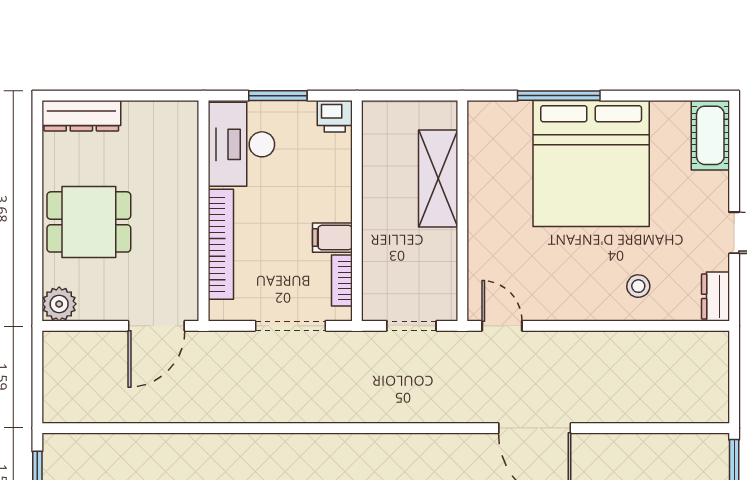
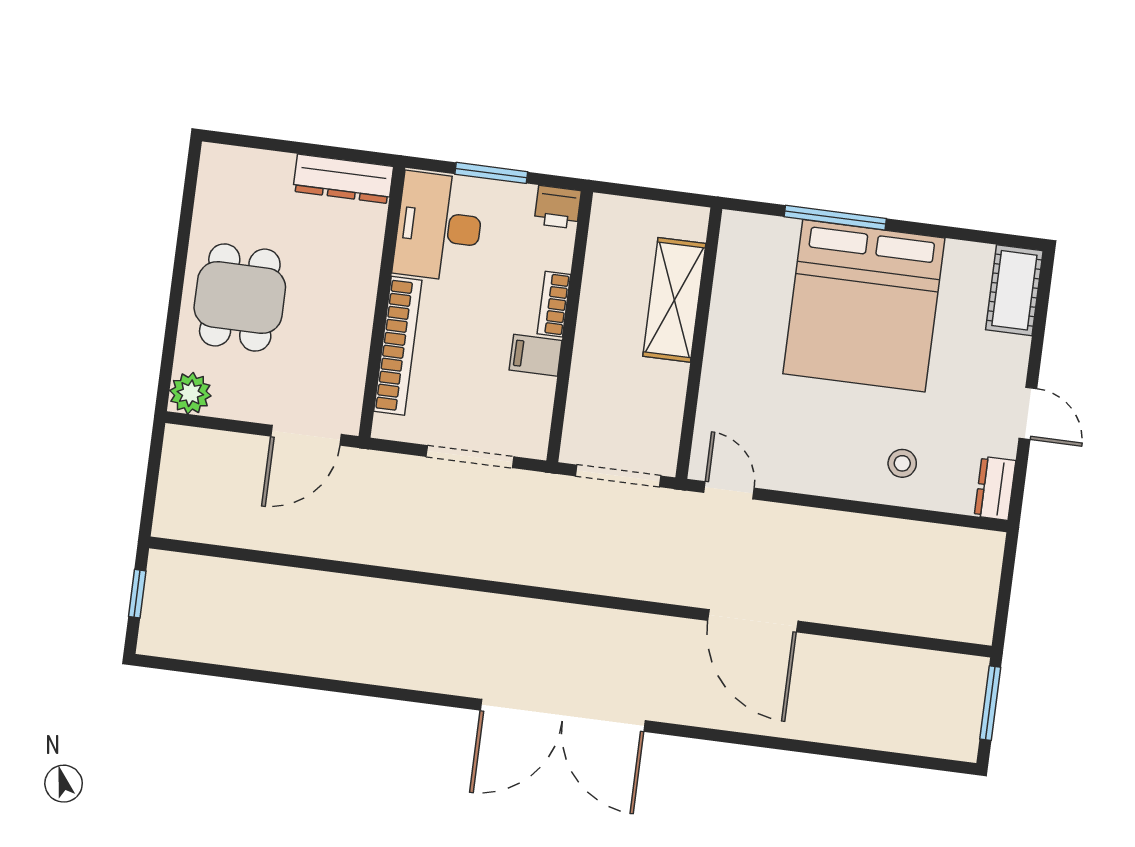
dresser: (81, 116) -> (343, 179), moved
dining table: (89, 222) -> (240, 298), turned 90
bookcase: (342, 281) -> (554, 304), moved
doorway: (411, 326) -> (618, 476), width x1.38

